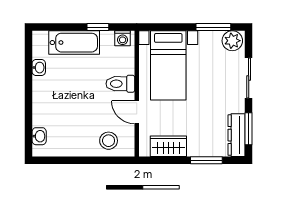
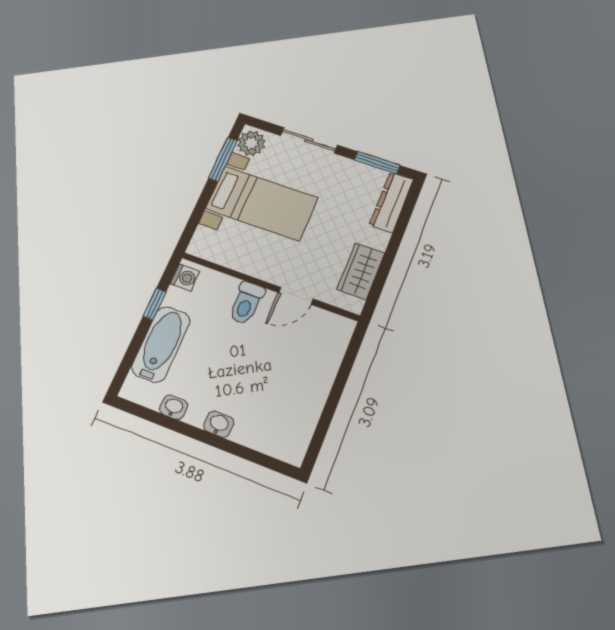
bed with nightstands: (168, 65) -> (262, 203), moved
dresser: (237, 135) -> (391, 202), moved, turned 90
washbasin: (39, 136) -> (219, 424), moved
stool: (109, 141) -> (321, 349), removed
window: (206, 160) -> (400, 229), removed

